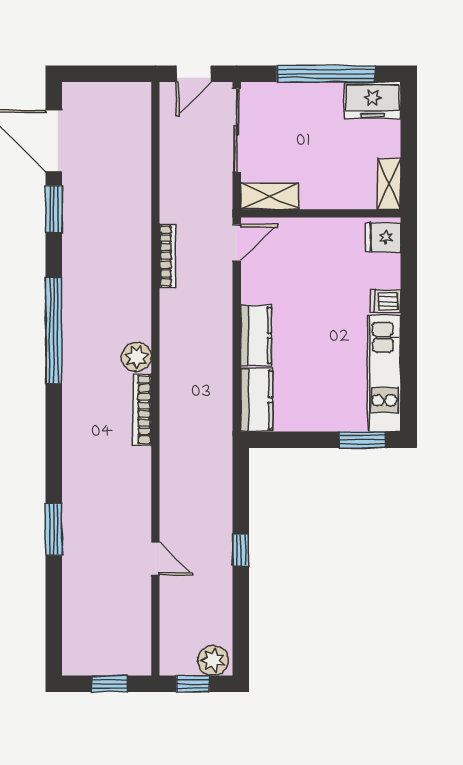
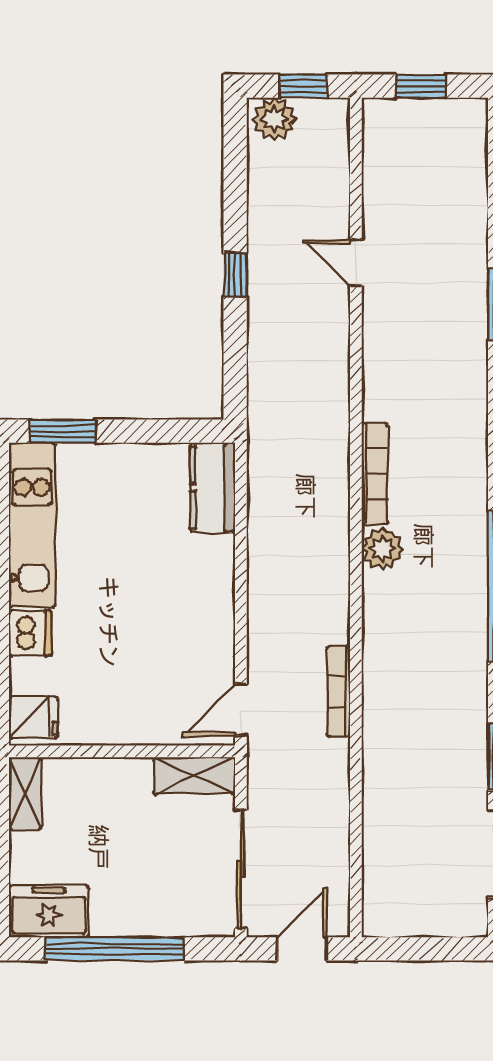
dishwasher: (386, 301) -> (30, 633), width x1.38
kitchen counter: (256, 336) -> (213, 579), removed

